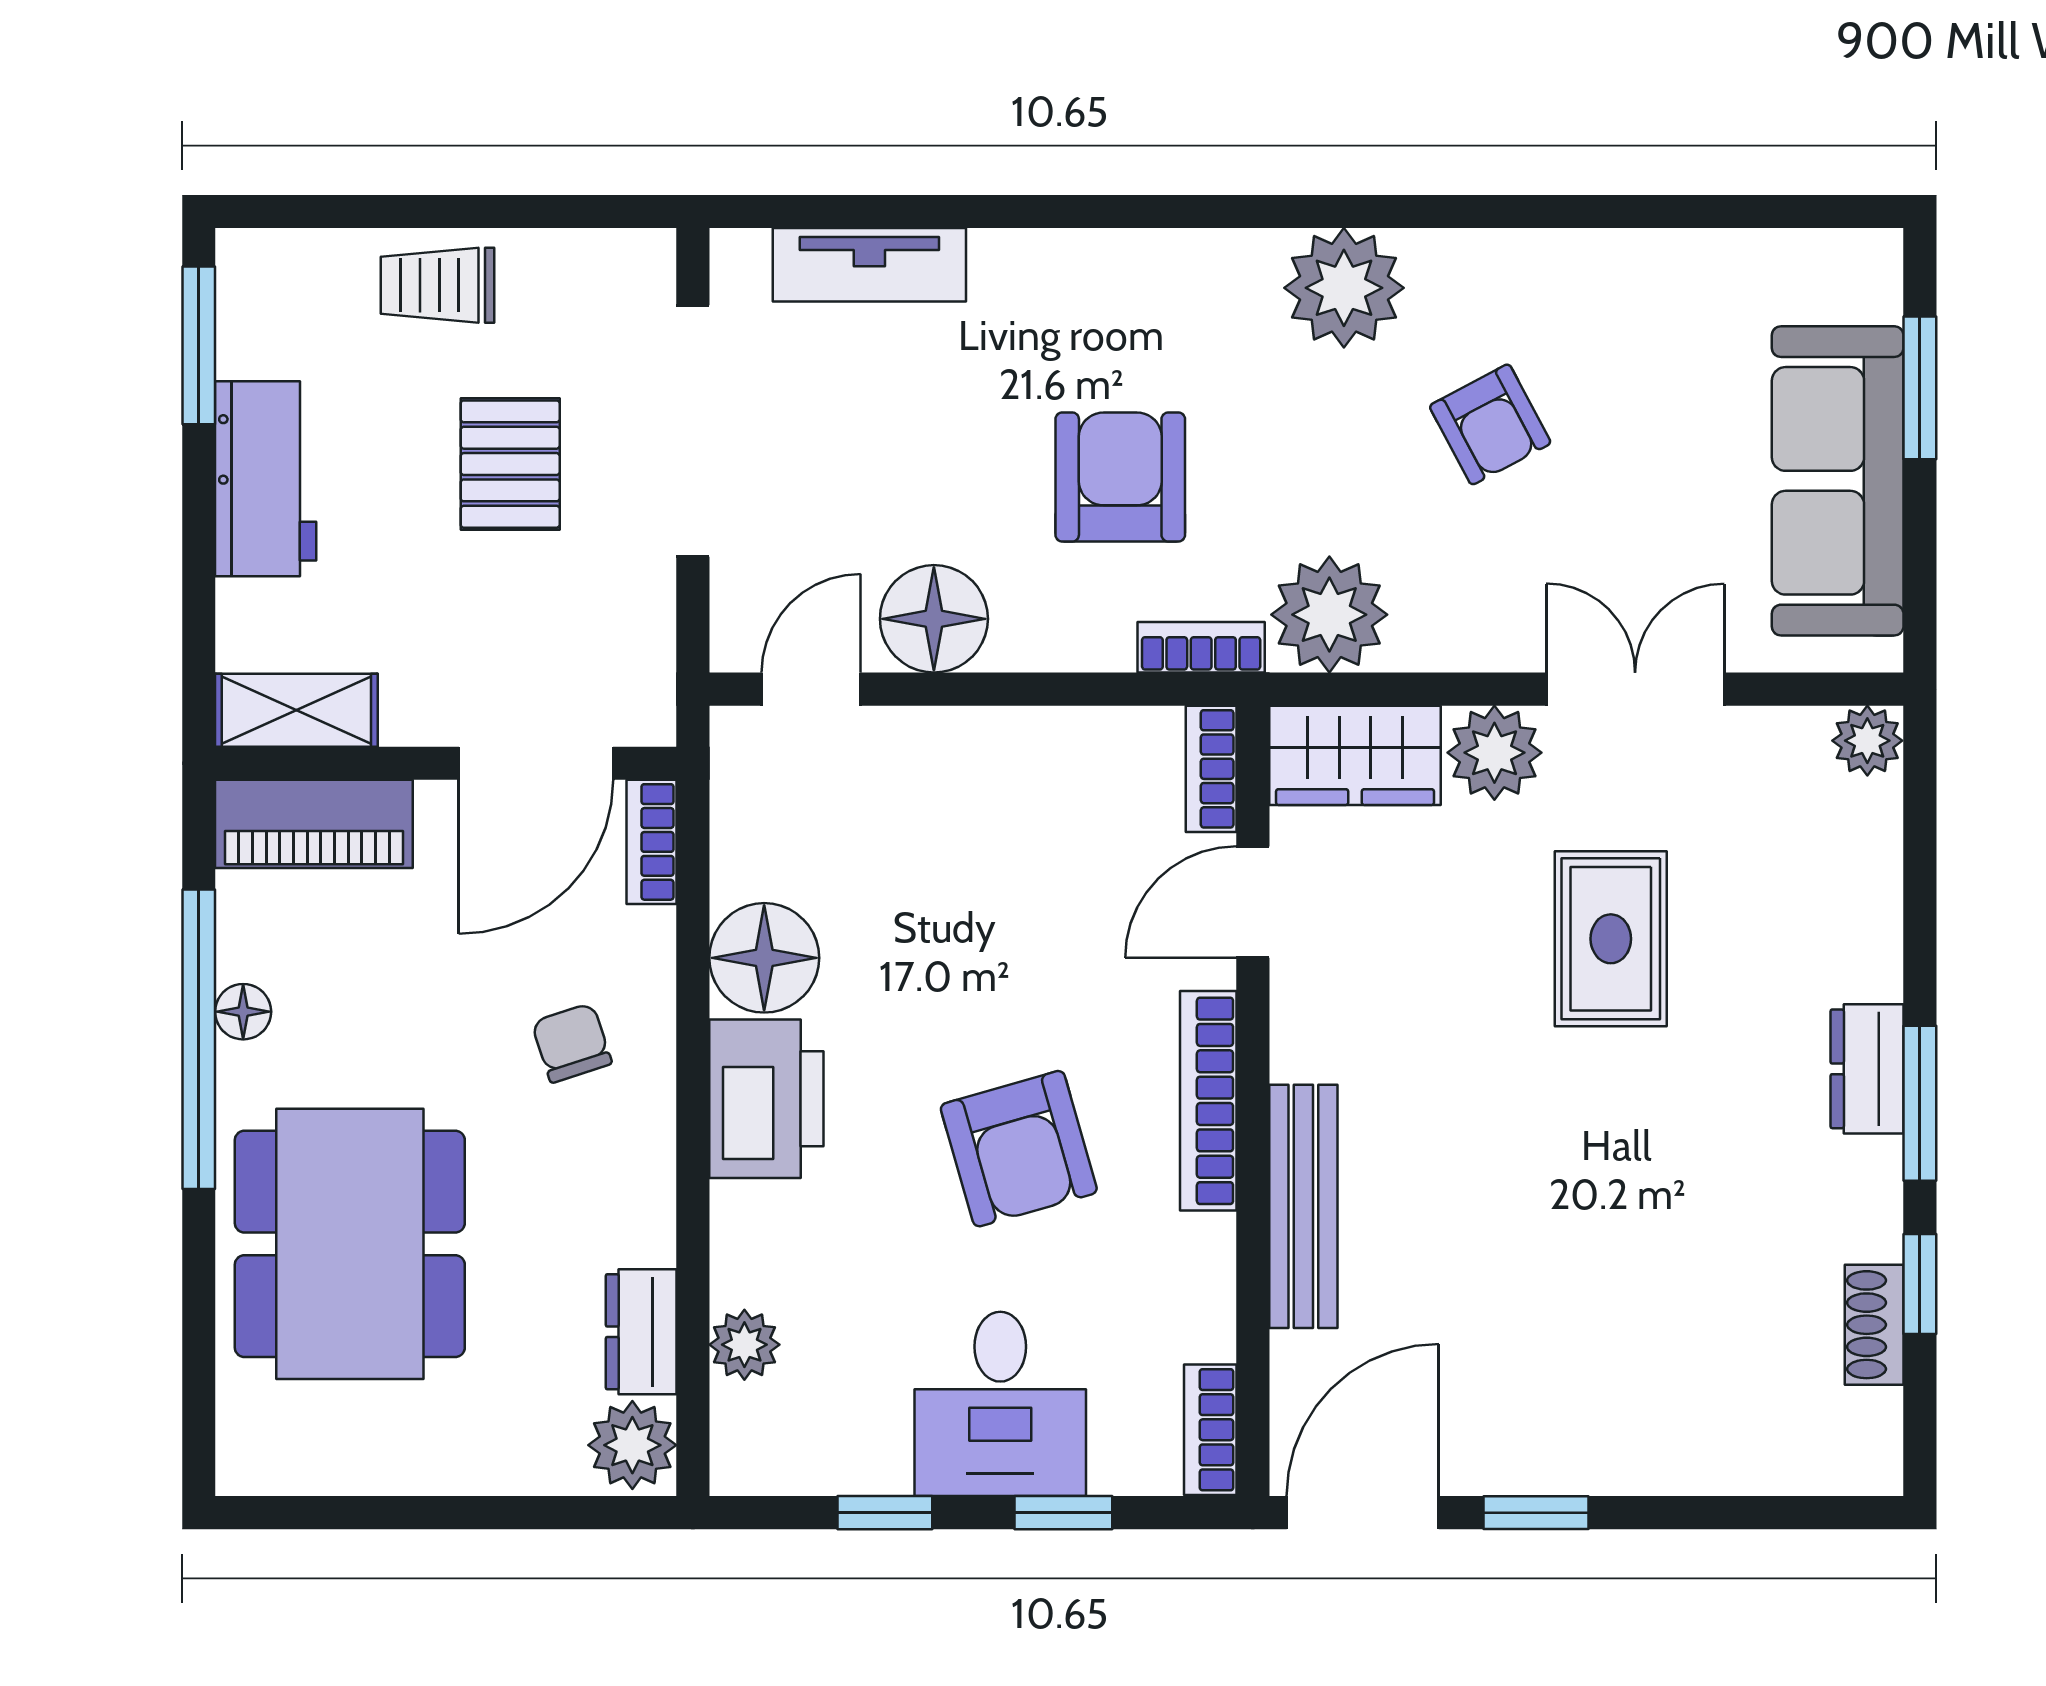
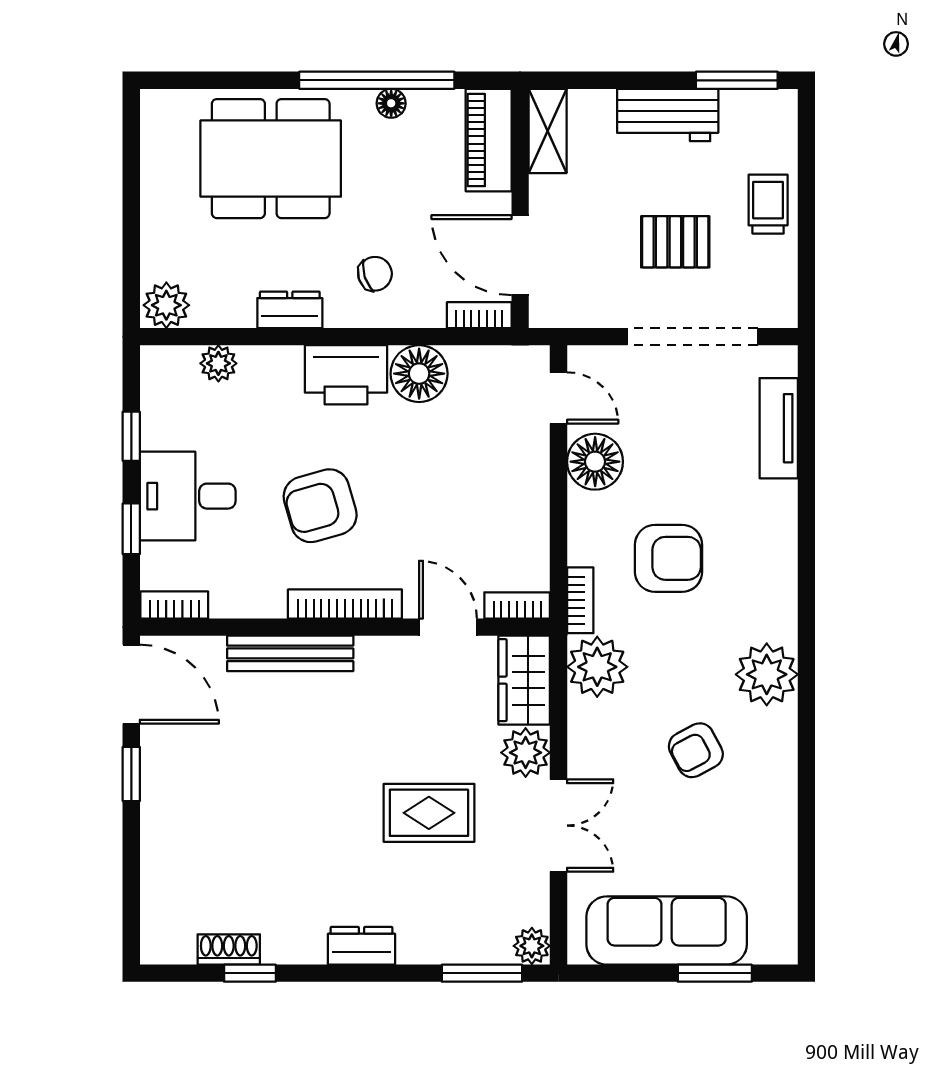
window: (1920, 1103) -> (482, 973), moved
dresser: (641, 1332) -> (290, 310), moved

